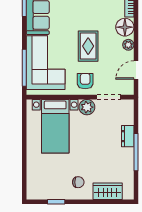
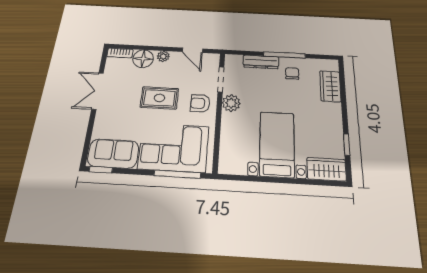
bed with nightstands: (55, 126) -> (277, 144), moved, turned -90
dresser: (128, 136) -> (261, 62), width x1.44
chair: (78, 182) -> (292, 73), moved
wardrobe: (35, 185) -> (326, 169), added

